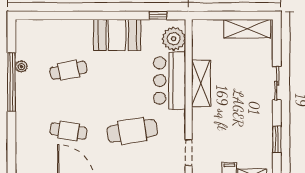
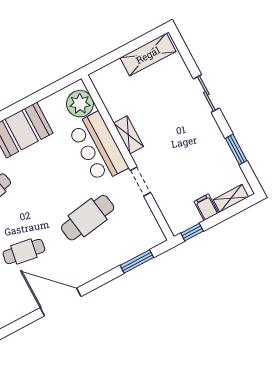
window: (158, 15) -> (52, 89), removed
shelving: (201, 83) -> (128, 135), width x0.67, depth x0.75
doorway: (189, 153) -> (140, 182), moved

